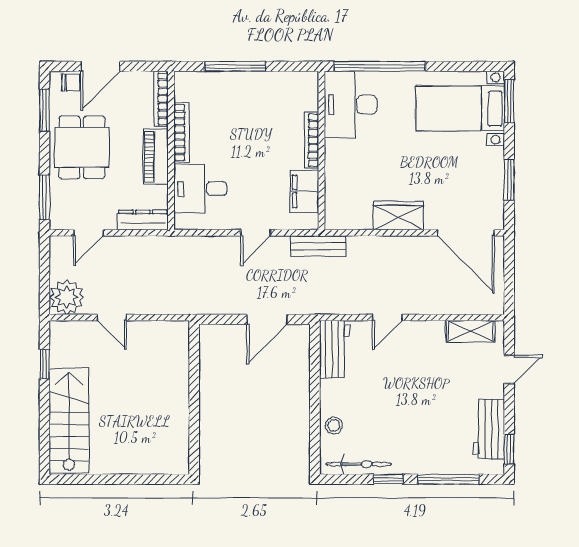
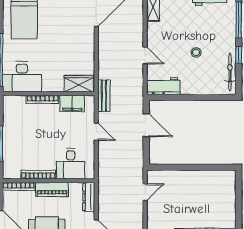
wardrobe: (398, 216) -> (79, 84), moved, turned 90
door: (112, 317) -> (145, 192), moved
stool: (334, 426) -> (196, 52), moved

